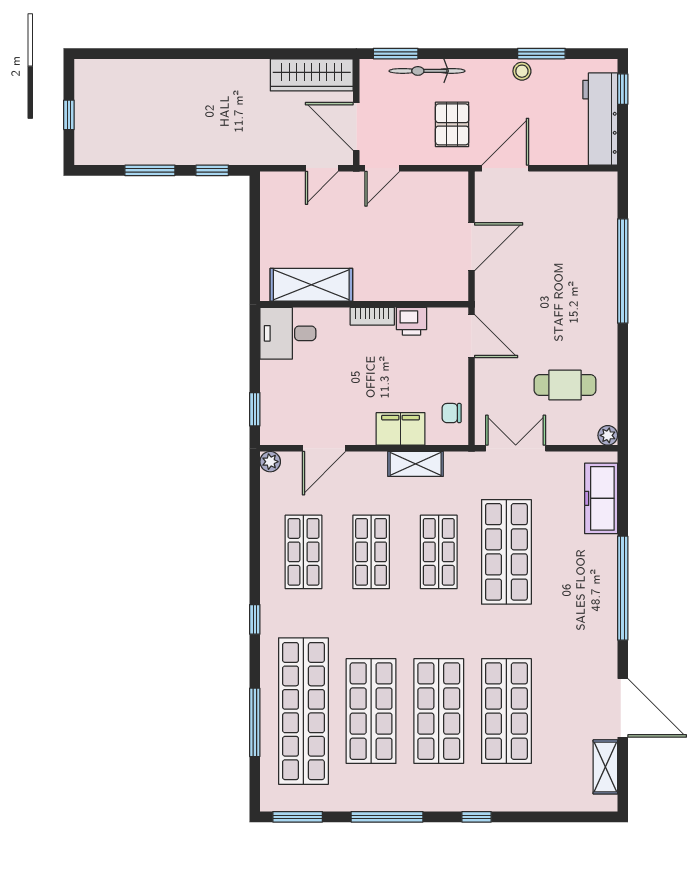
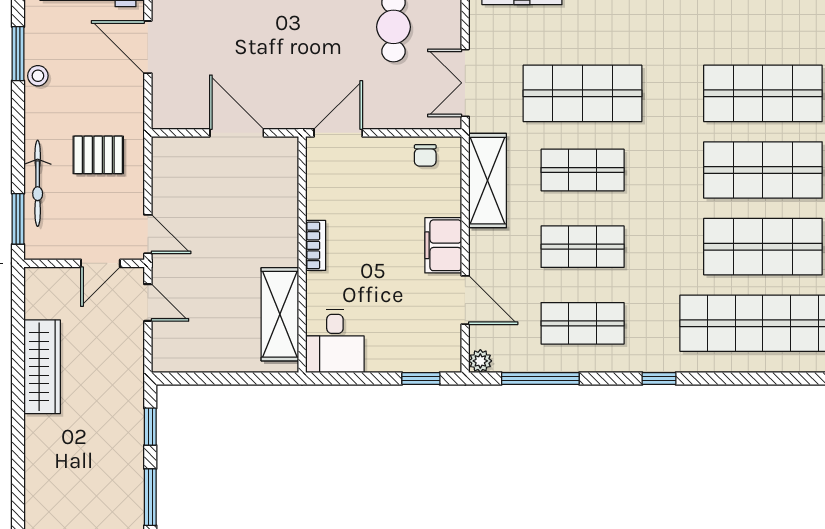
wardrobe: (312, 75) -> (42, 367), moved
door: (356, 126) -> (100, 263), width x0.73
door: (505, 168) -> (148, 47), moved
printer: (412, 321) -> (321, 201), removed
filing cabinet: (401, 429) -> (443, 245), moved
shelving: (416, 464) -> (488, 181), width x1.50, depth x1.33
window: (255, 722) -> (540, 378), moved

